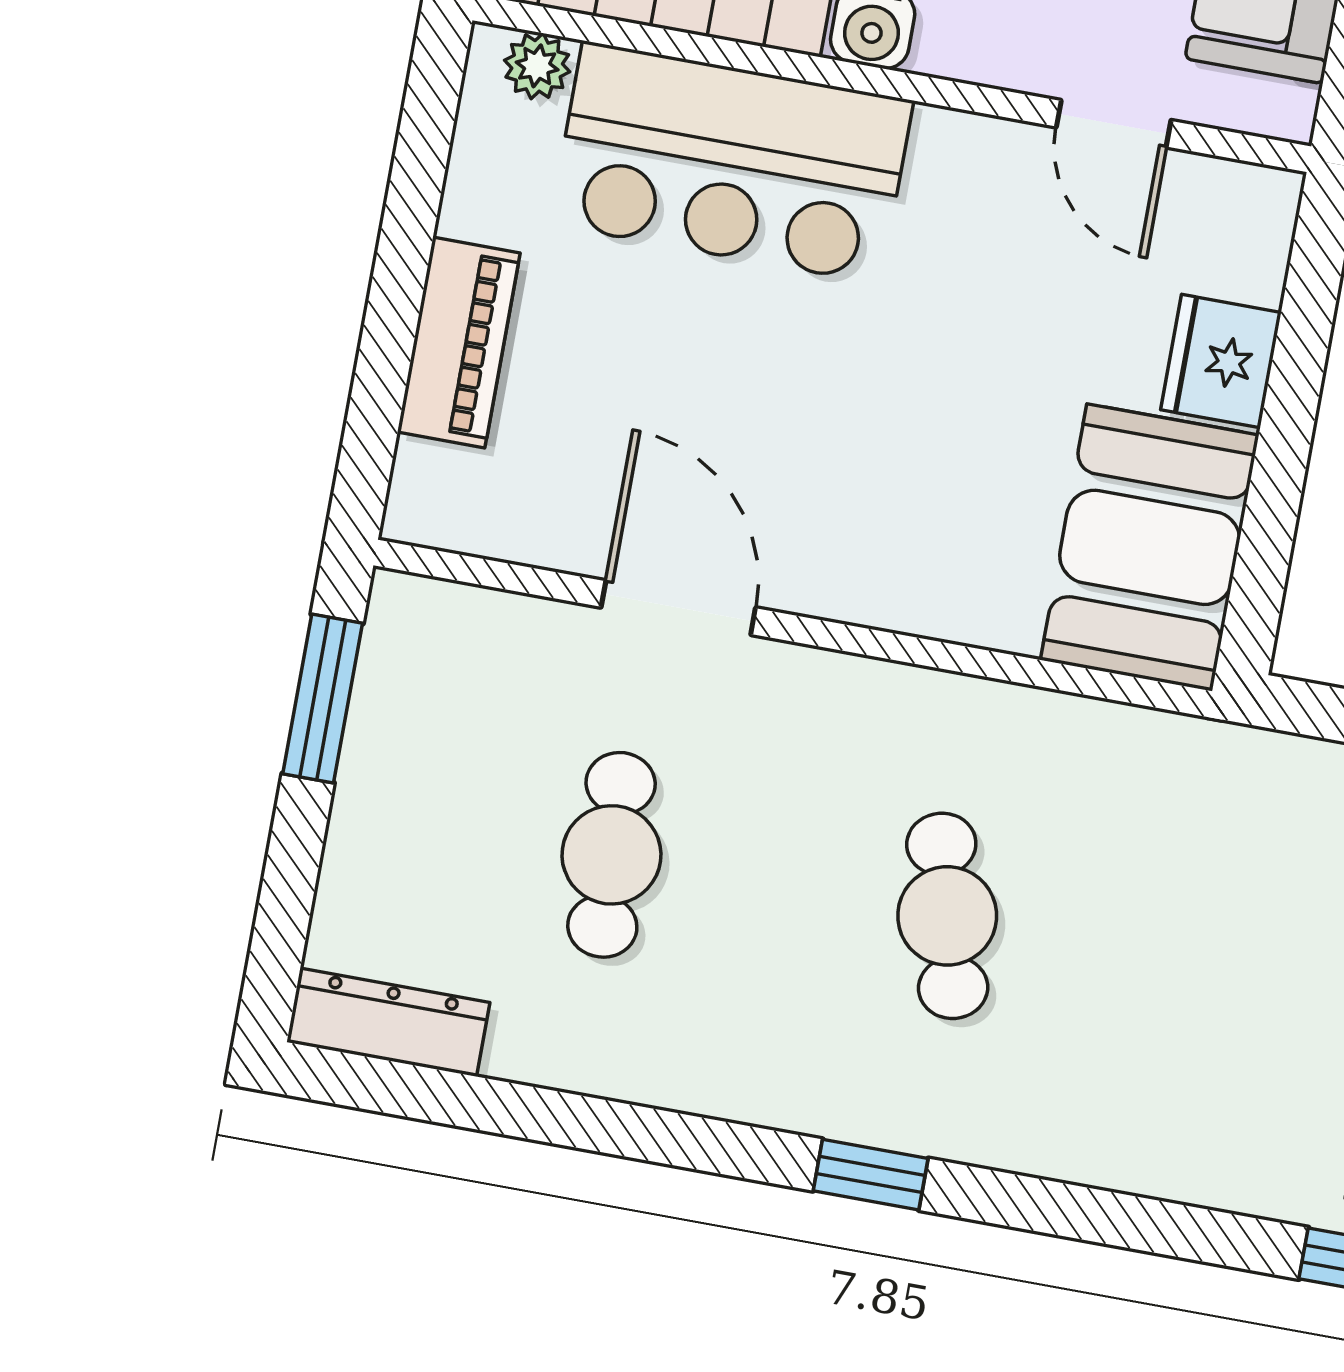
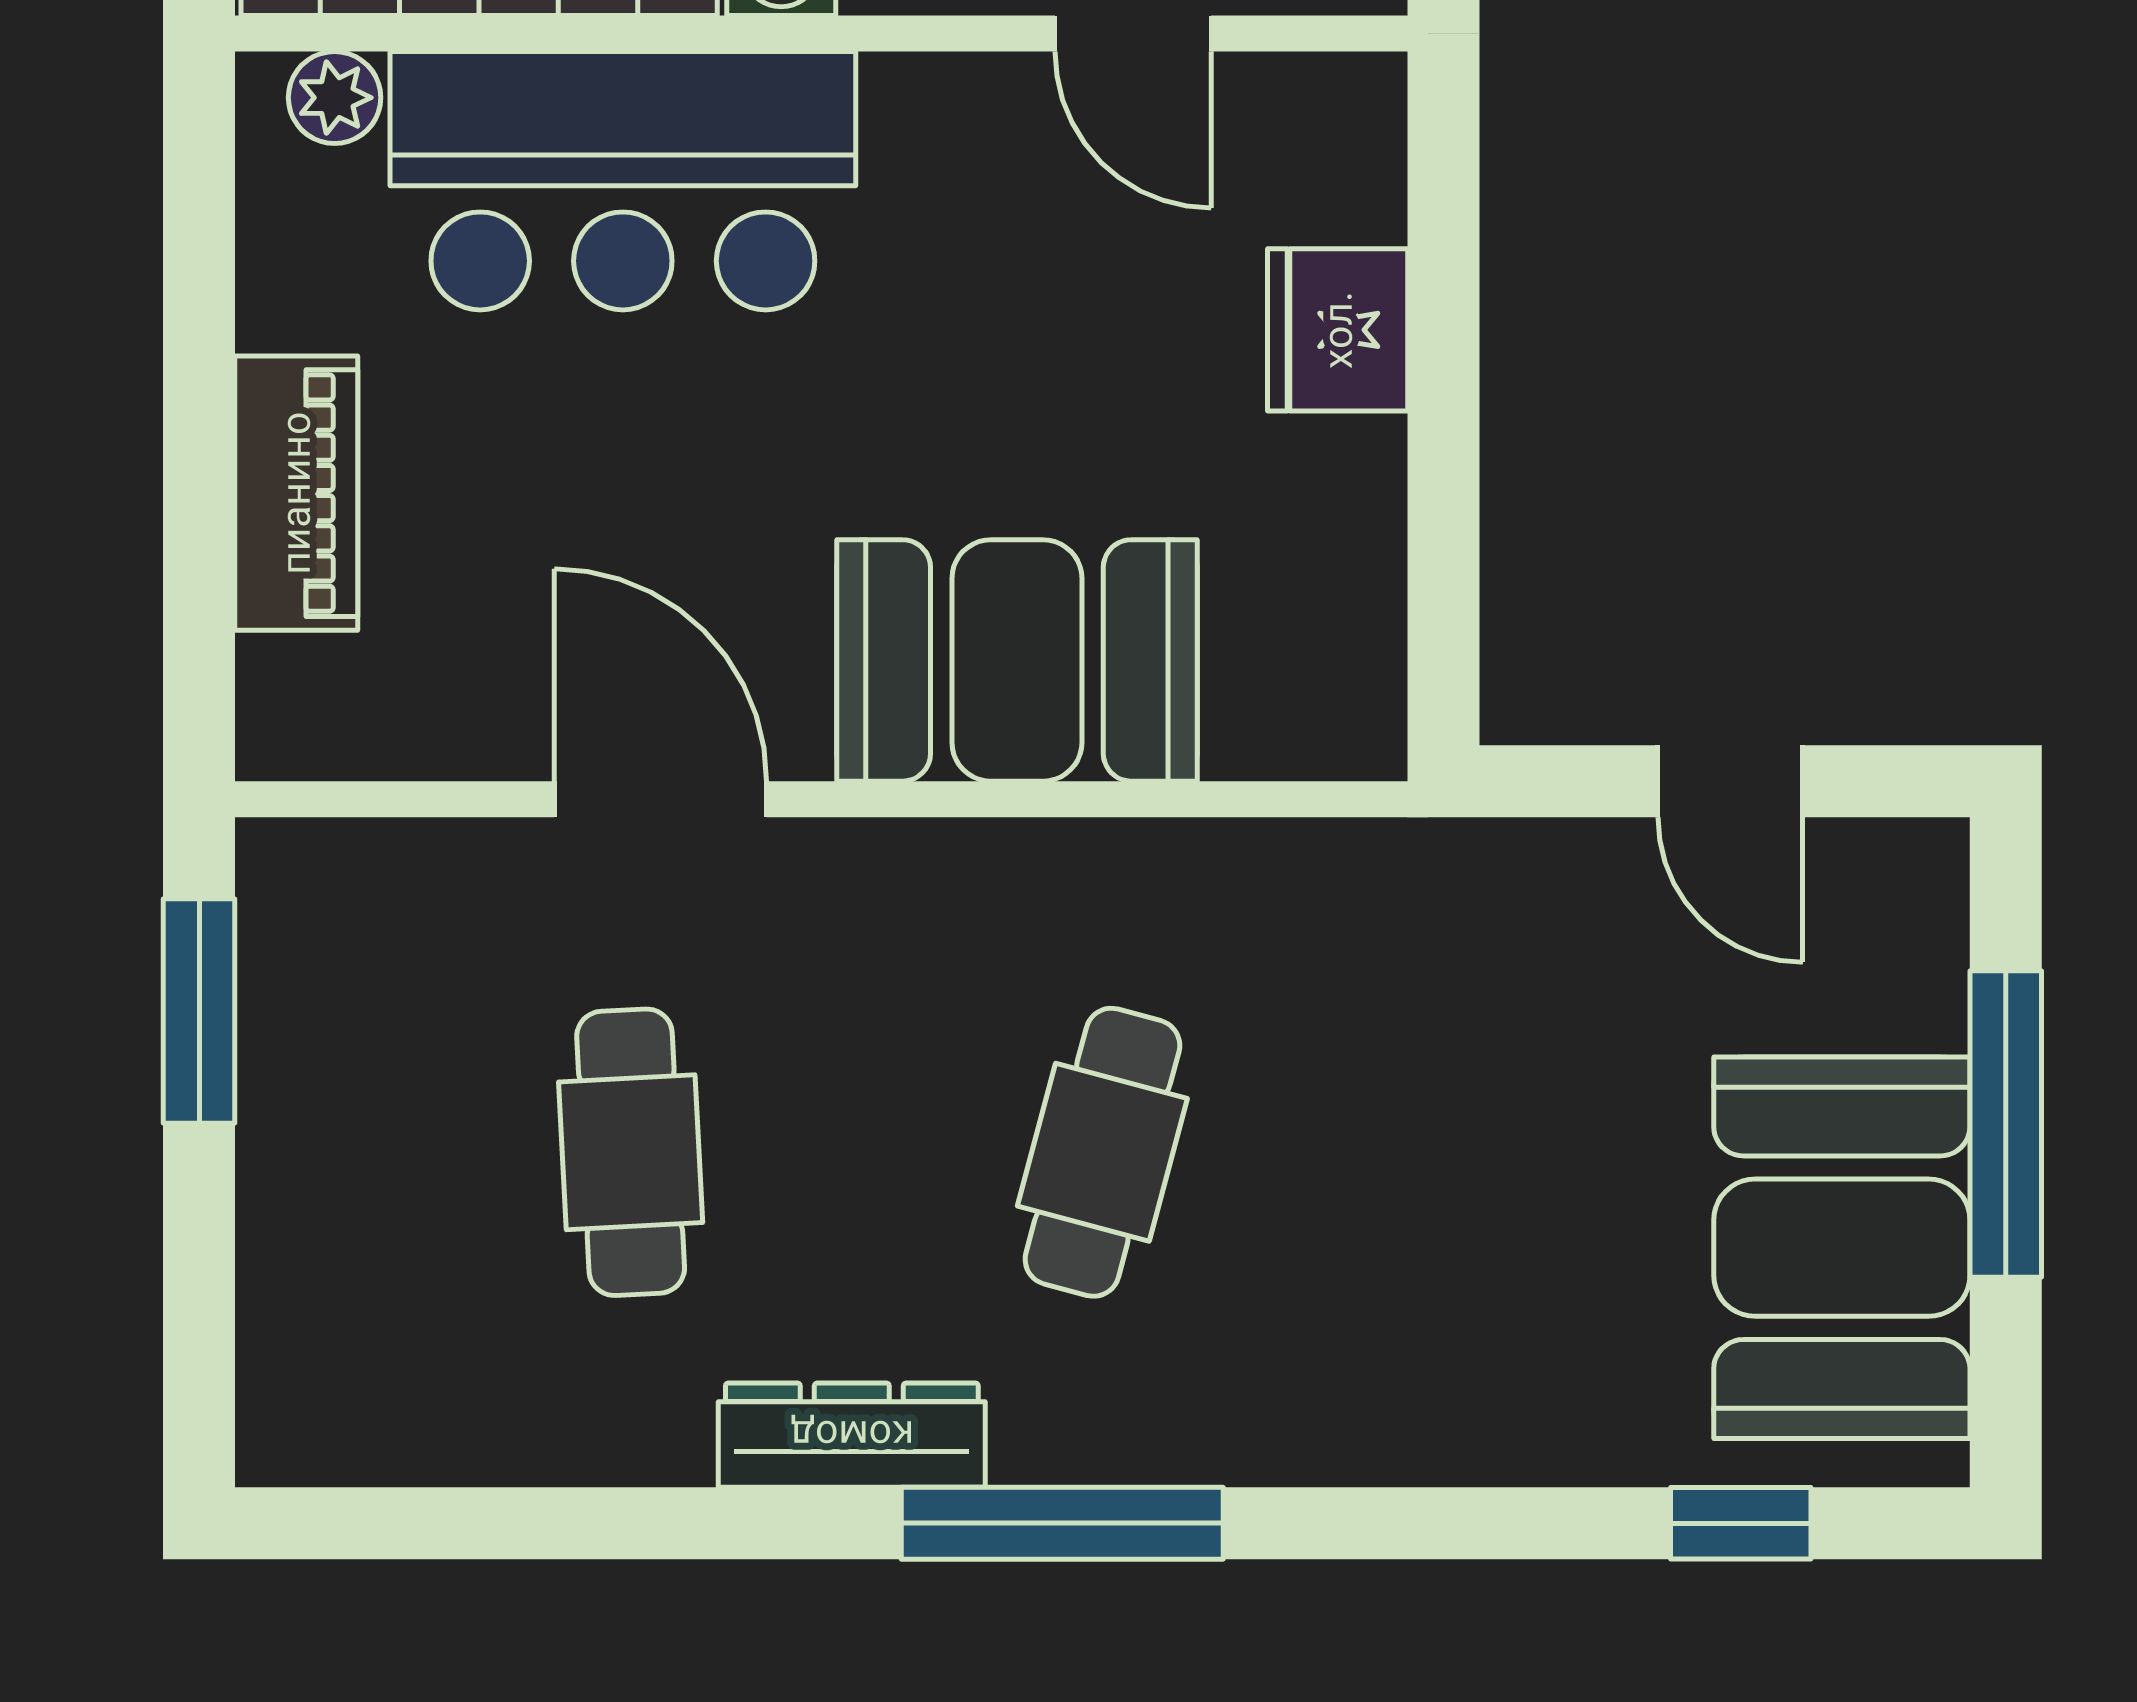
booth: (1150, 547) -> (1017, 660), moved, turned 90
cafe table: (947, 916) -> (1102, 1152), turned 30
dresser: (388, 1022) -> (852, 1435), moved
window: (871, 1175) -> (1062, 1523), width x2.17

